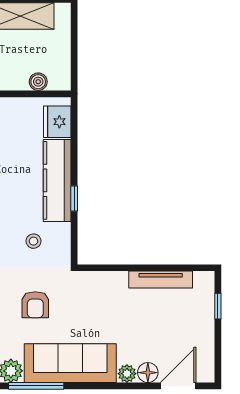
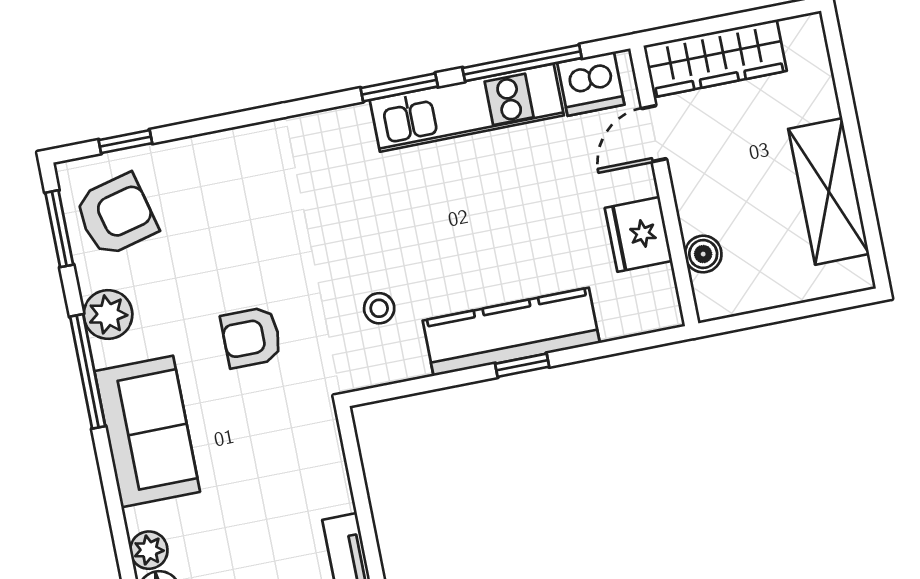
fridge: (57, 122) -> (638, 234), moved, turned -90
window: (74, 198) -> (522, 365), moved
sofa: (70, 363) -> (147, 432), width x0.73

